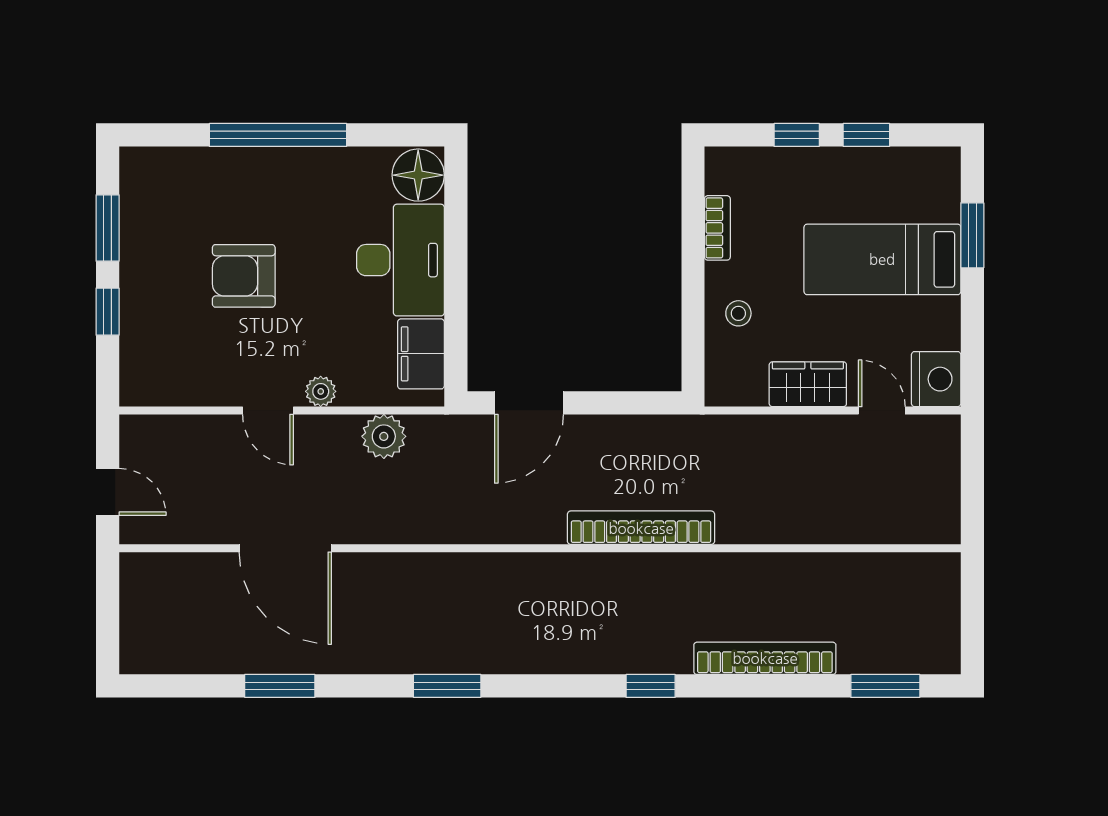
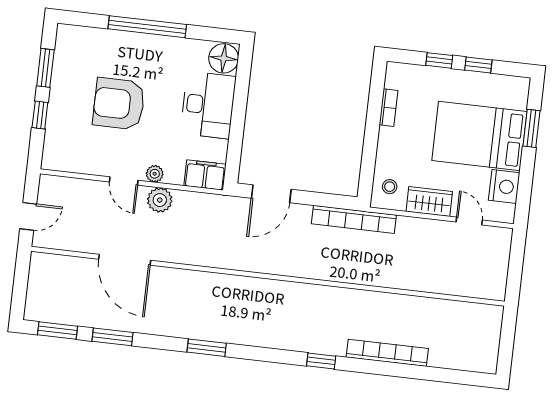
bed: (882, 259) -> (479, 136), width x1.50
armchair: (244, 276) -> (119, 104), width x1.36, depth x1.36
stool: (738, 313) -> (390, 187), moved
filing cabinet: (421, 354) -> (205, 175), moved, turned 90
nightstand: (936, 379) -> (504, 187), moved
plant: (384, 436) -> (160, 200), moved
door: (108, 492) -> (28, 216), hinge flipped
bookcase: (641, 528) -> (354, 219), moved, turned 180
window: (885, 686) -> (57, 330), moved

